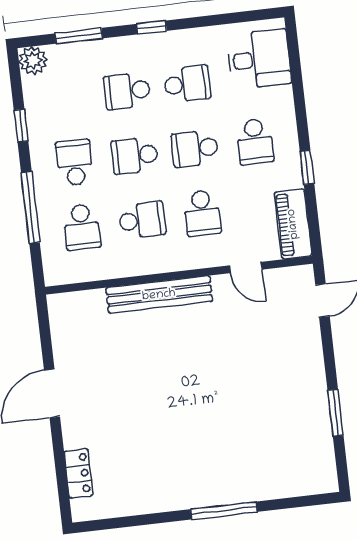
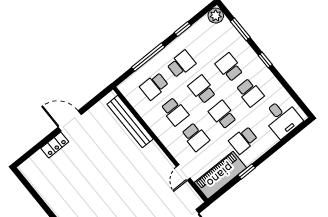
school desk: (202, 213) -> (195, 137), turned -90
piano: (293, 224) -> (220, 175), width x1.37, depth x1.33
bench: (159, 295) -> (130, 122), moved
locker: (79, 473) -> (55, 145), moved

